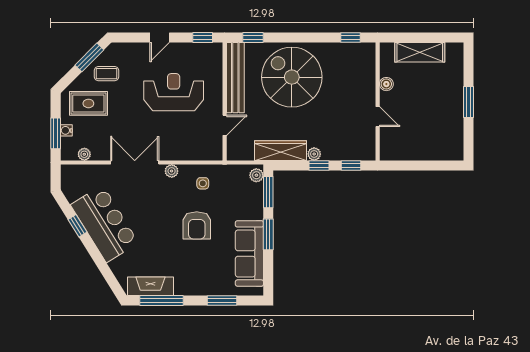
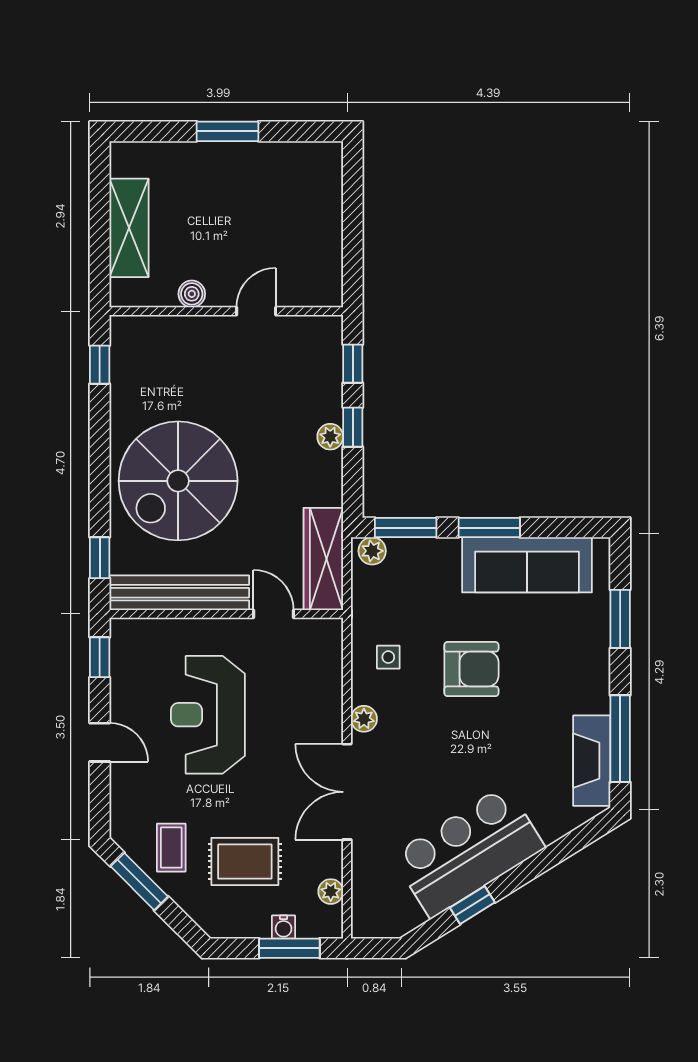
rug: (88, 103) -> (245, 861), moved, turned 90
wardrobe: (280, 151) -> (323, 559), moved

